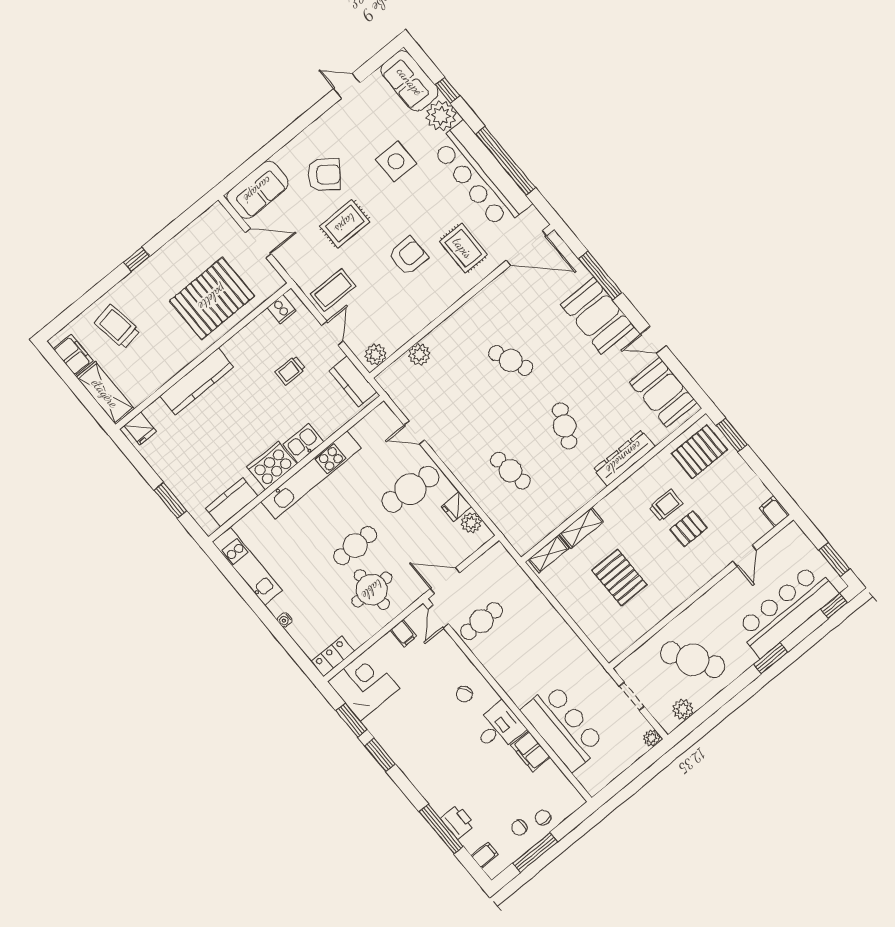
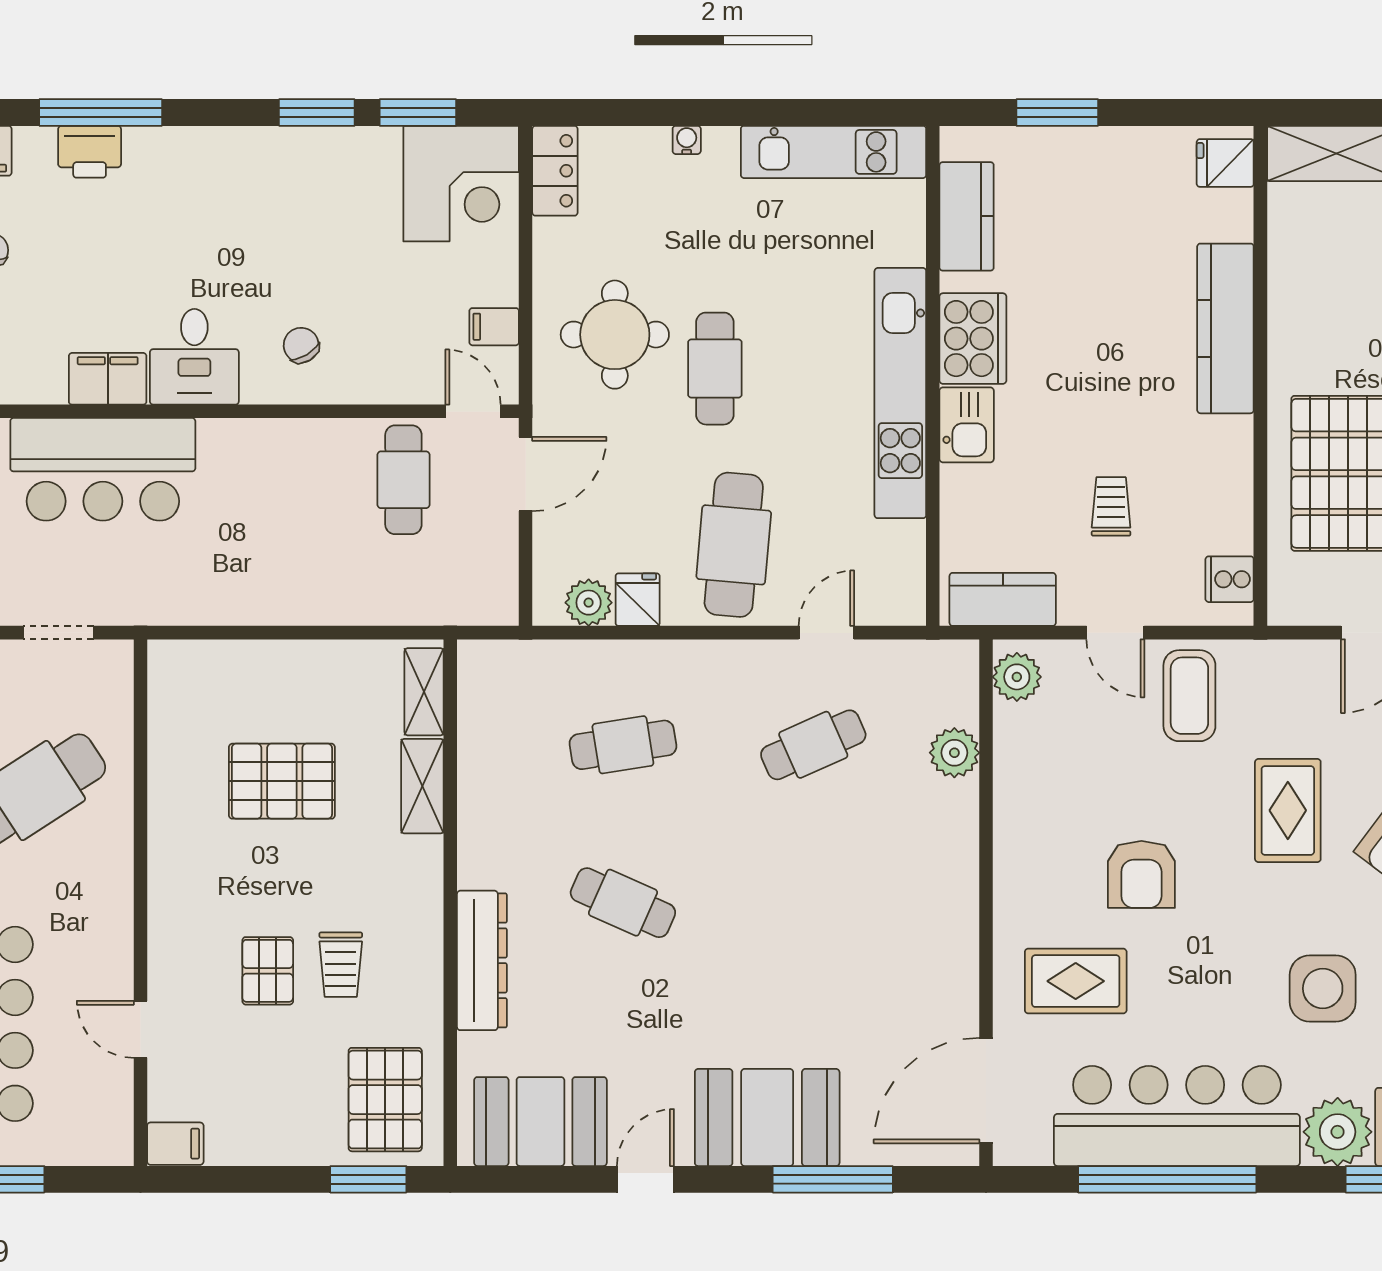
cafe table: (511, 361) -> (813, 745), moved

